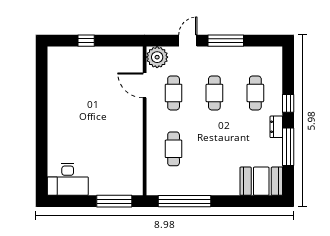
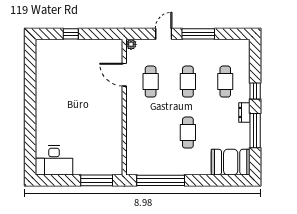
plant: (157, 57) -> (131, 44), width x0.53, depth x0.53
cafe table: (174, 149) -> (188, 133), moved

